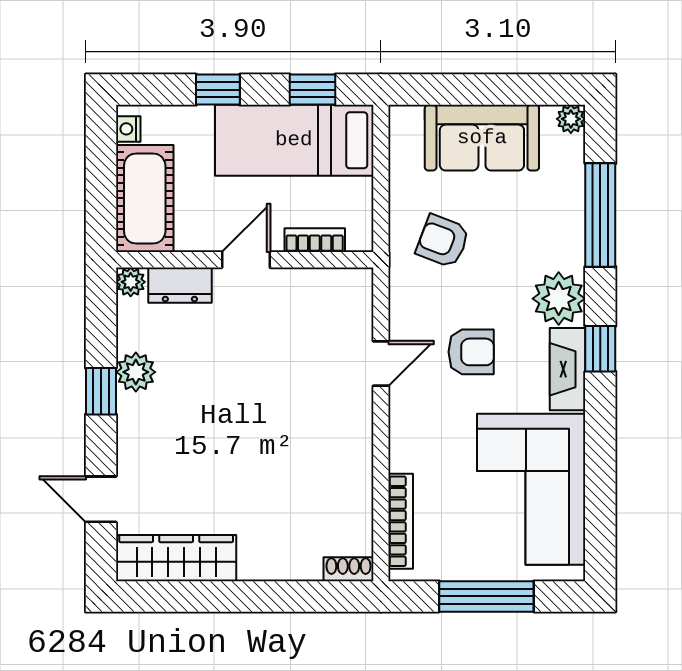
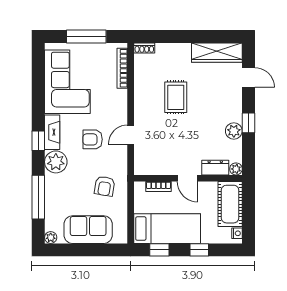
armchair: (443, 241) -> (105, 186), turned 78
door: (246, 260) -> (187, 178), hinge flipped
rug: (274, 452) -> (176, 97), added

